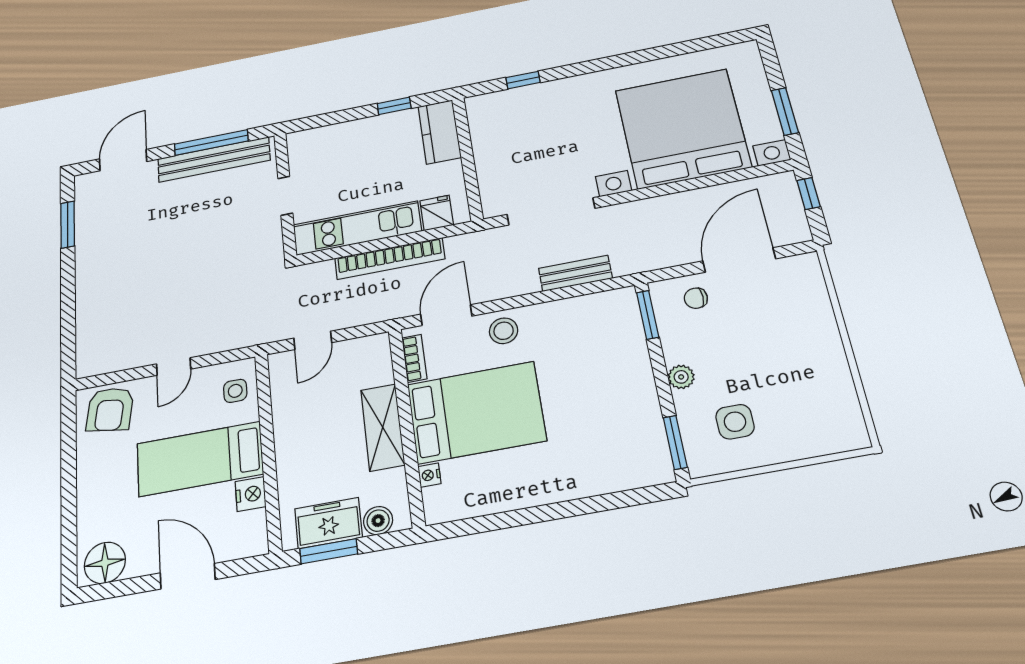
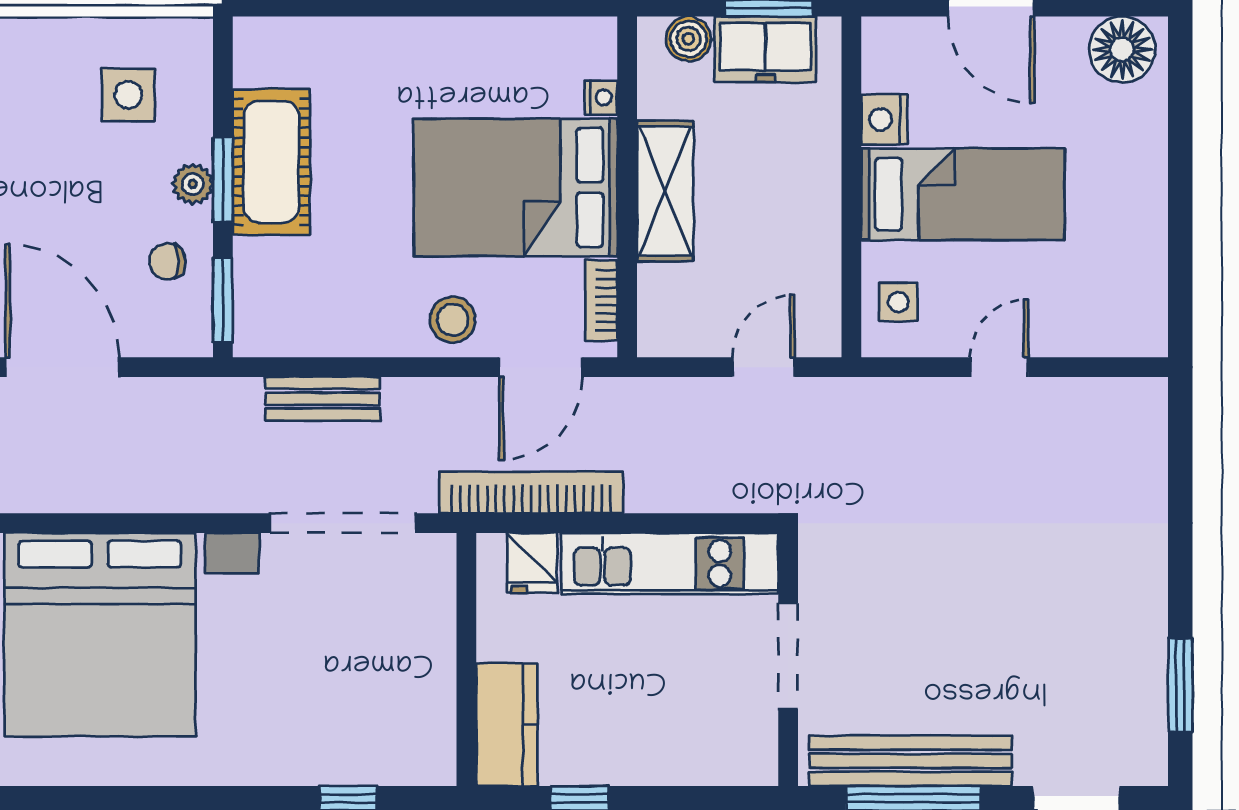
doorway: (285, 196) -> (788, 656), width x1.38
bookcase: (390, 258) -> (531, 492), moved
door: (739, 260) -> (62, 367), swing flipped
chair: (696, 298) -> (167, 261), moved, turned 180
cot: (634, 399) -> (271, 162), added
armchair: (110, 409) -> (1109, 311), removed
window: (675, 442) -> (223, 180), moved

